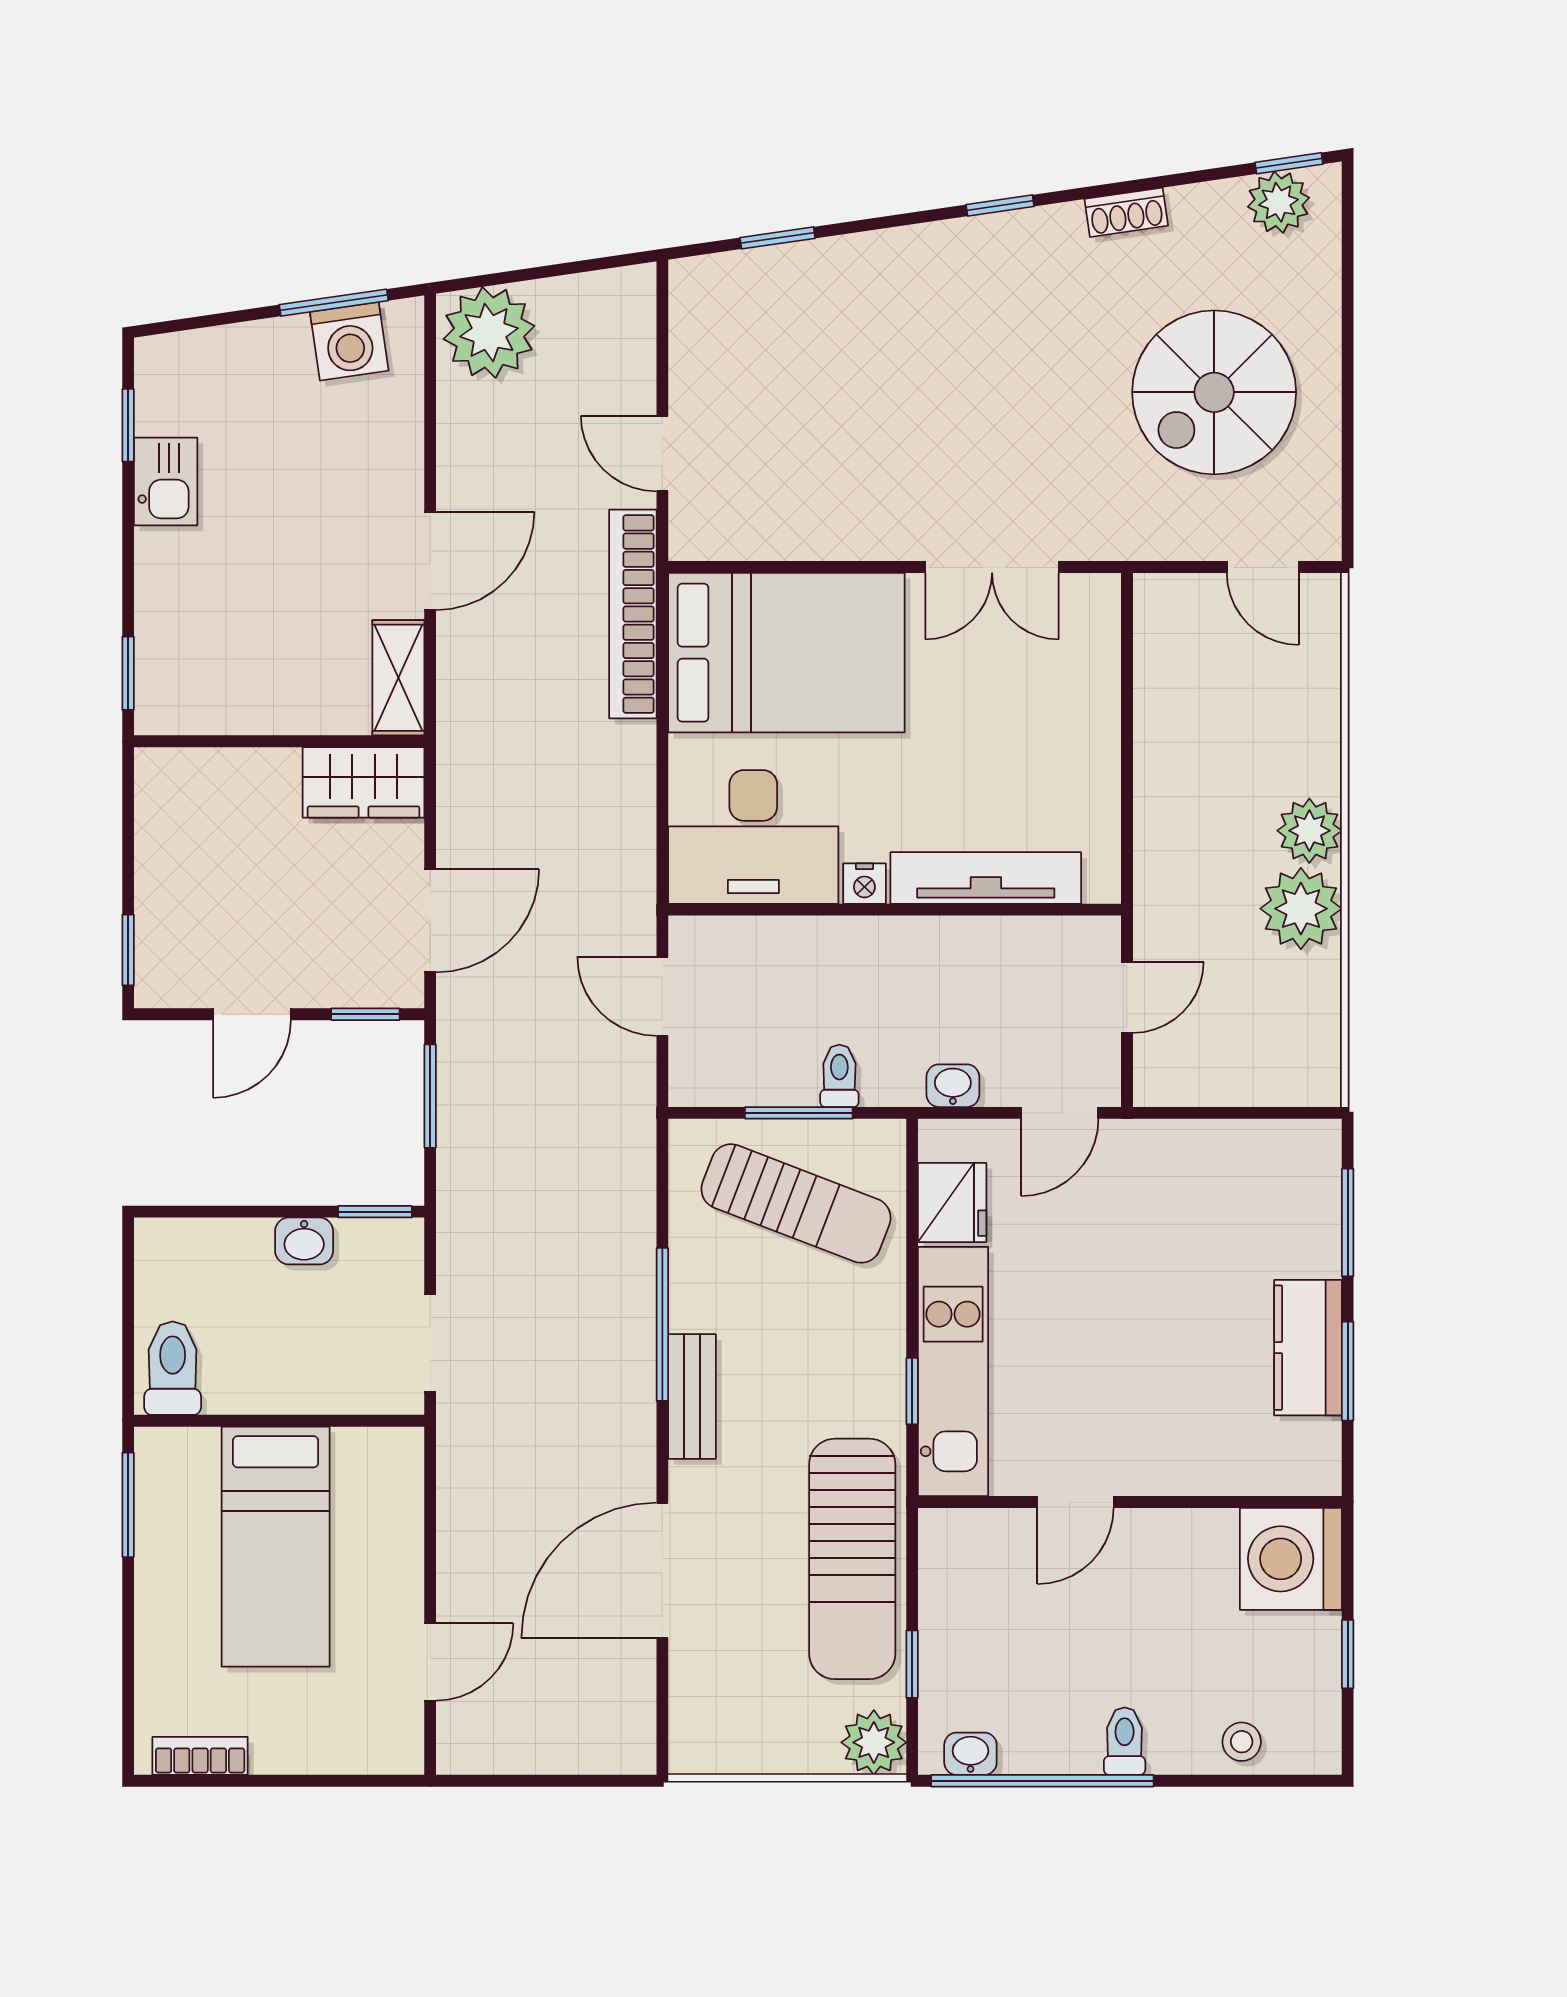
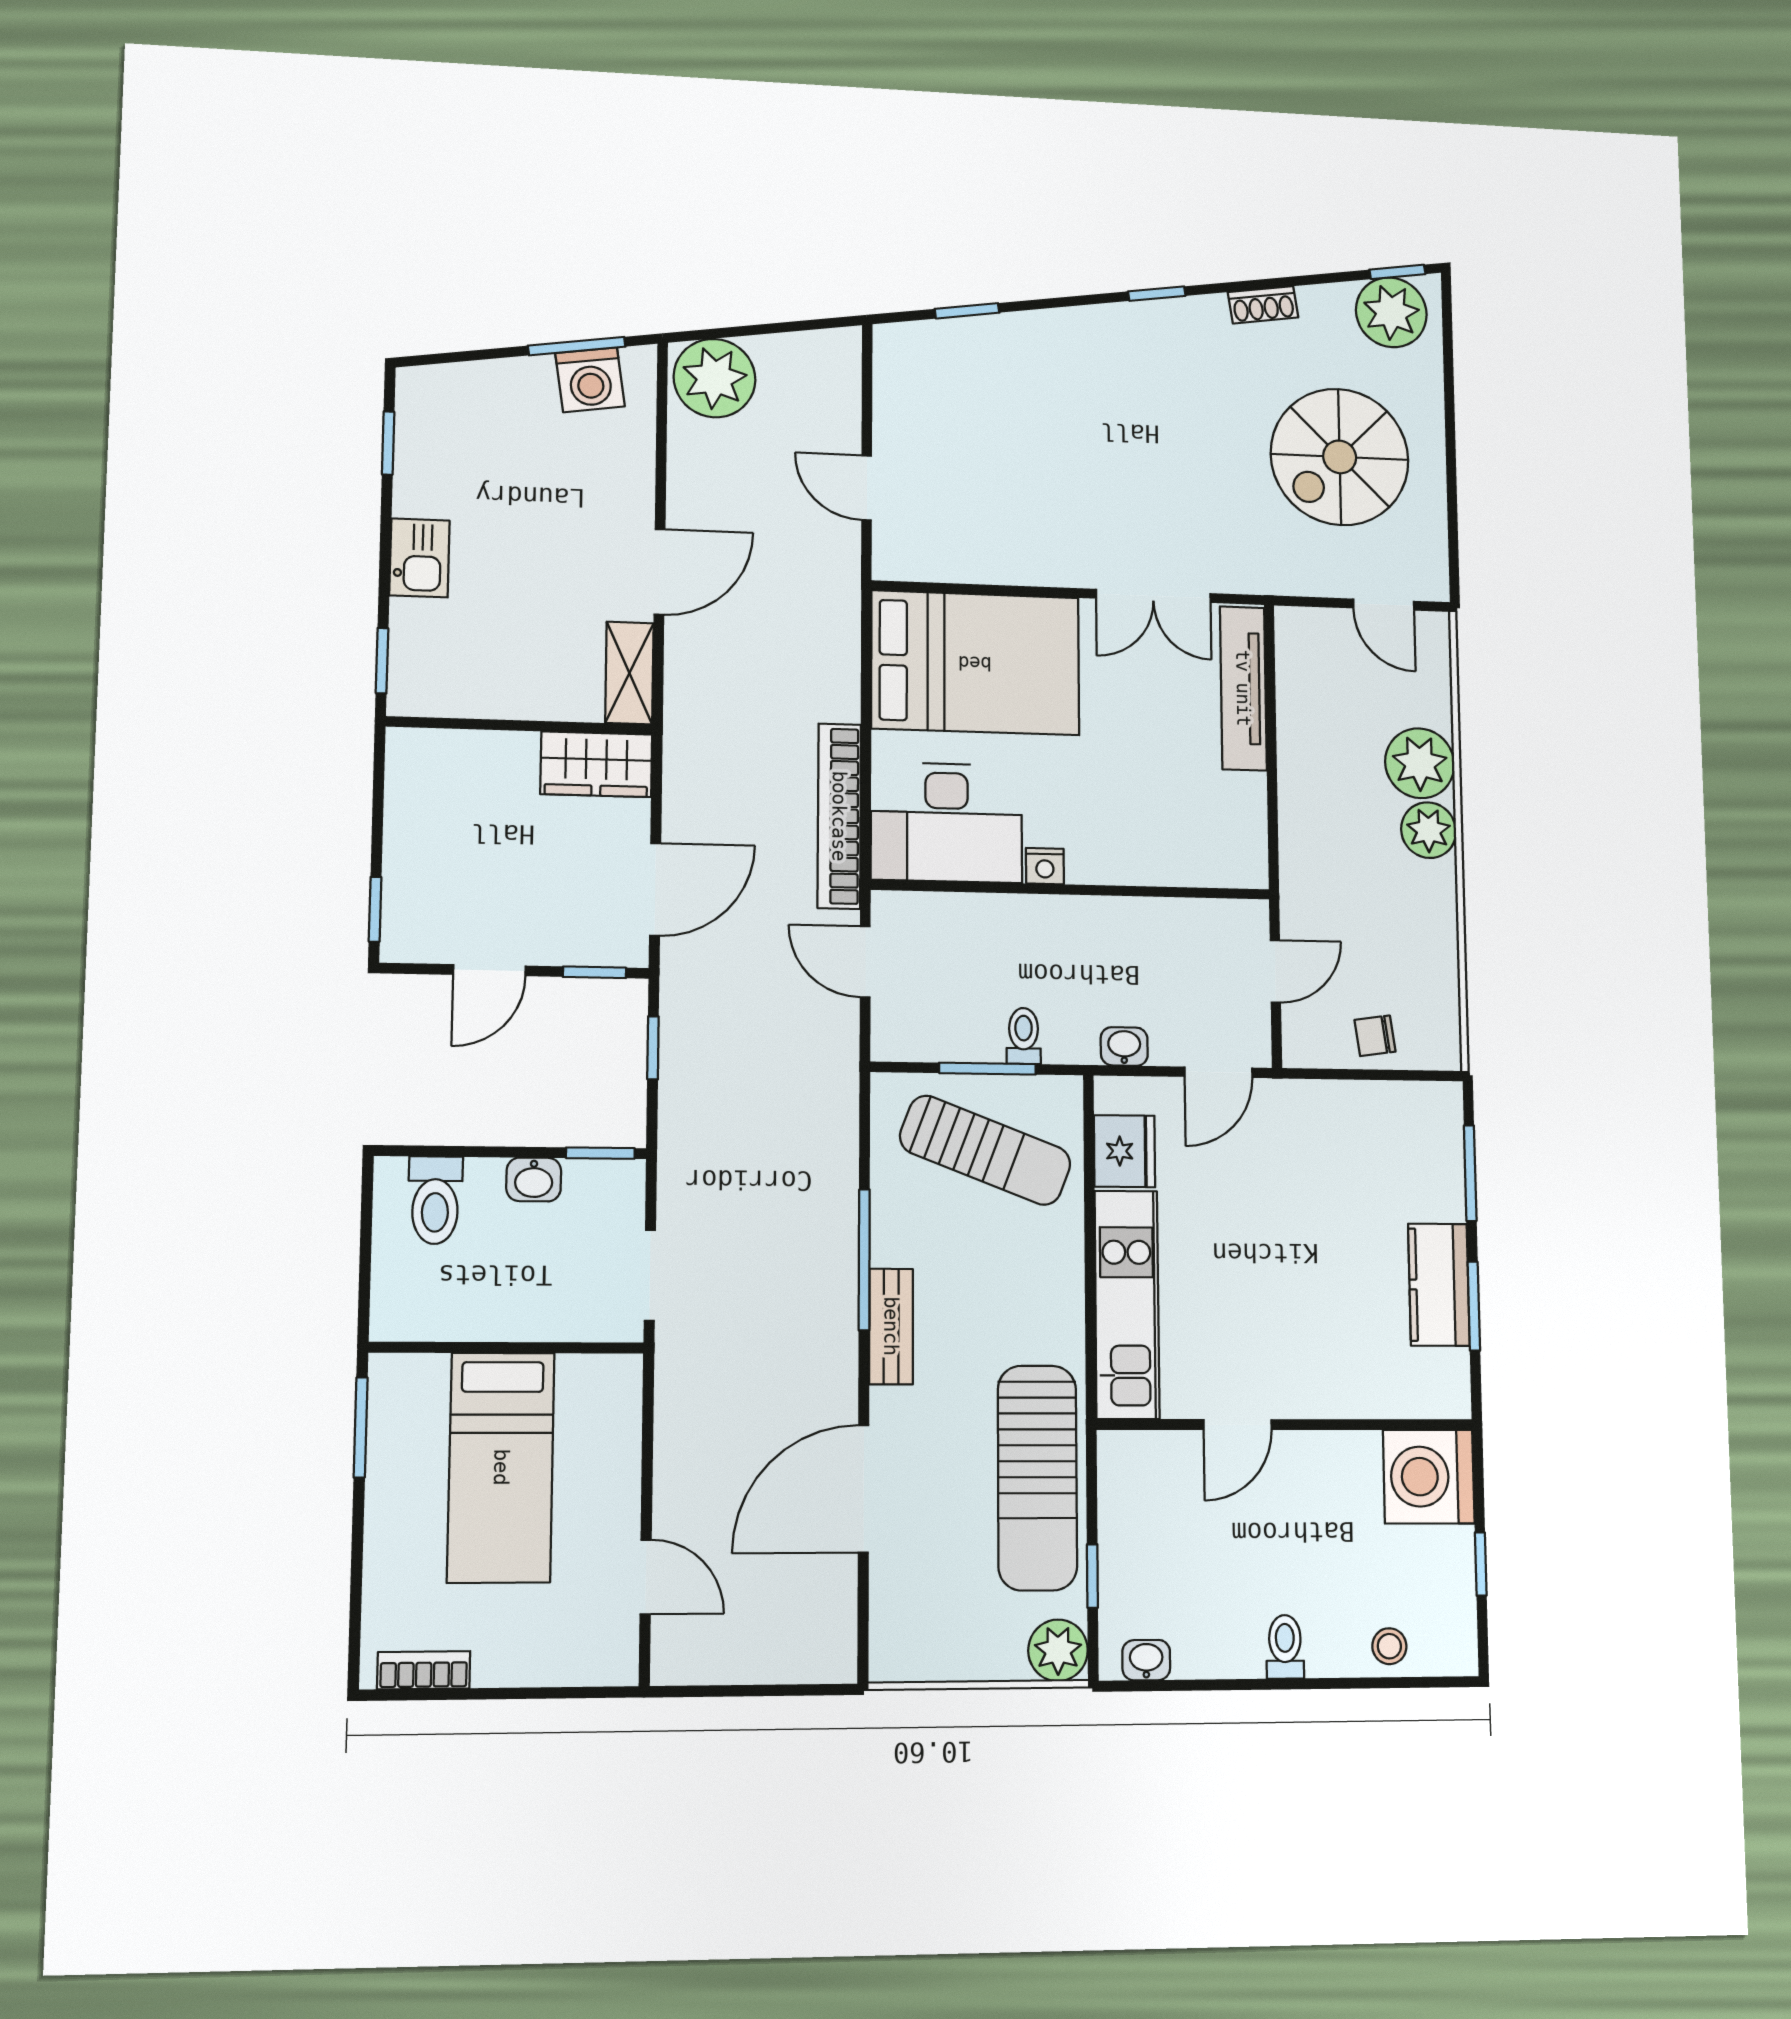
plant: (1279, 202) -> (1391, 312), width x1.36, depth x1.36
kitchen sink: (166, 481) -> (419, 558), moved
bookcase: (633, 614) -> (839, 816), moved
tv unit: (986, 878) -> (1243, 688), moved, turned -90
plant: (1301, 909) -> (1420, 763), moved
chair: (1241, 1069) -> (1375, 1036), added
window: (430, 1096) -> (653, 1048), width x0.67
toilet: (173, 1368) -> (435, 1200), moved, turned 180
window: (912, 1391) -> (1090, 1322), removed
door: (430, 1662) -> (646, 1577), hinge flipped
window: (1042, 1781) -> (1212, 1685), removed

